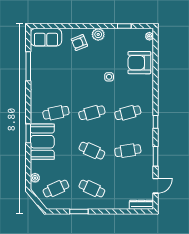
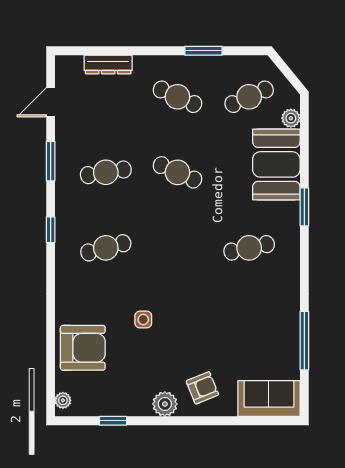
cafe table: (92, 113) -> (177, 248), removed
booth: (42, 142) -> (276, 164), moved
dresser: (141, 205) -> (108, 64), moved

